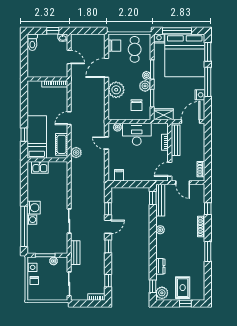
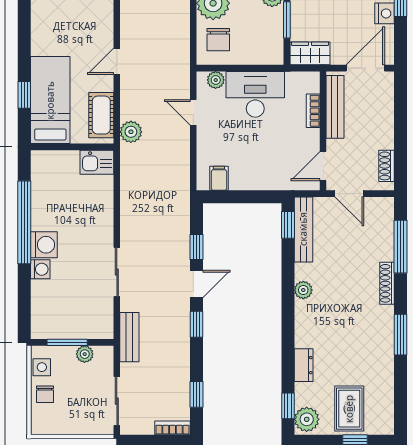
chair: (137, 105) -> (218, 40), moved
kitchen sink: (40, 167) -> (97, 162), moved
window: (208, 209) -> (401, 247), width x2.17
window: (24, 226) -> (24, 222), moved

